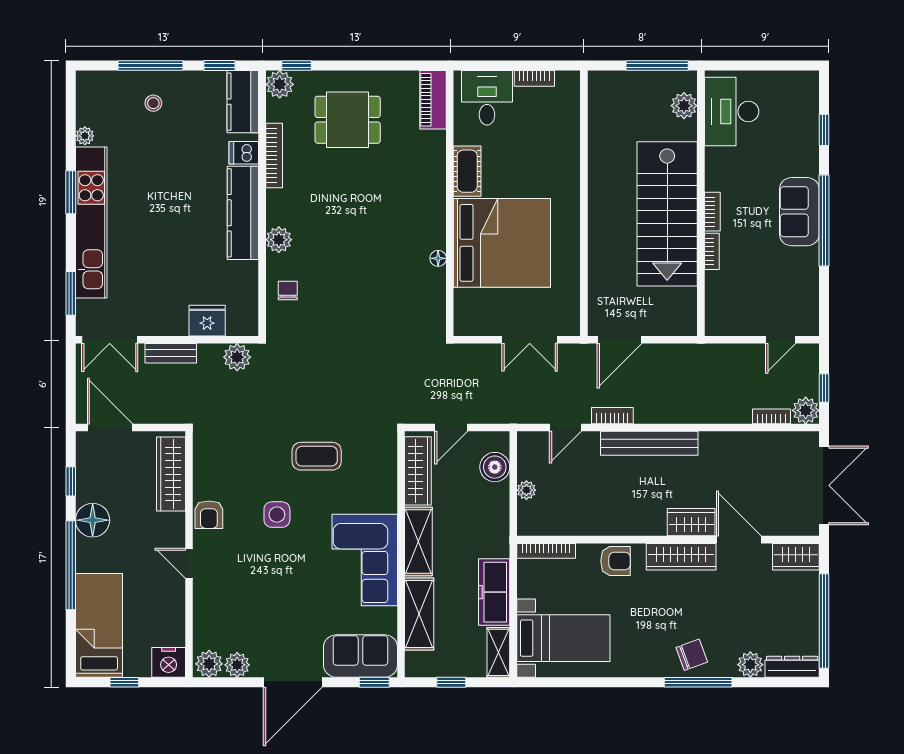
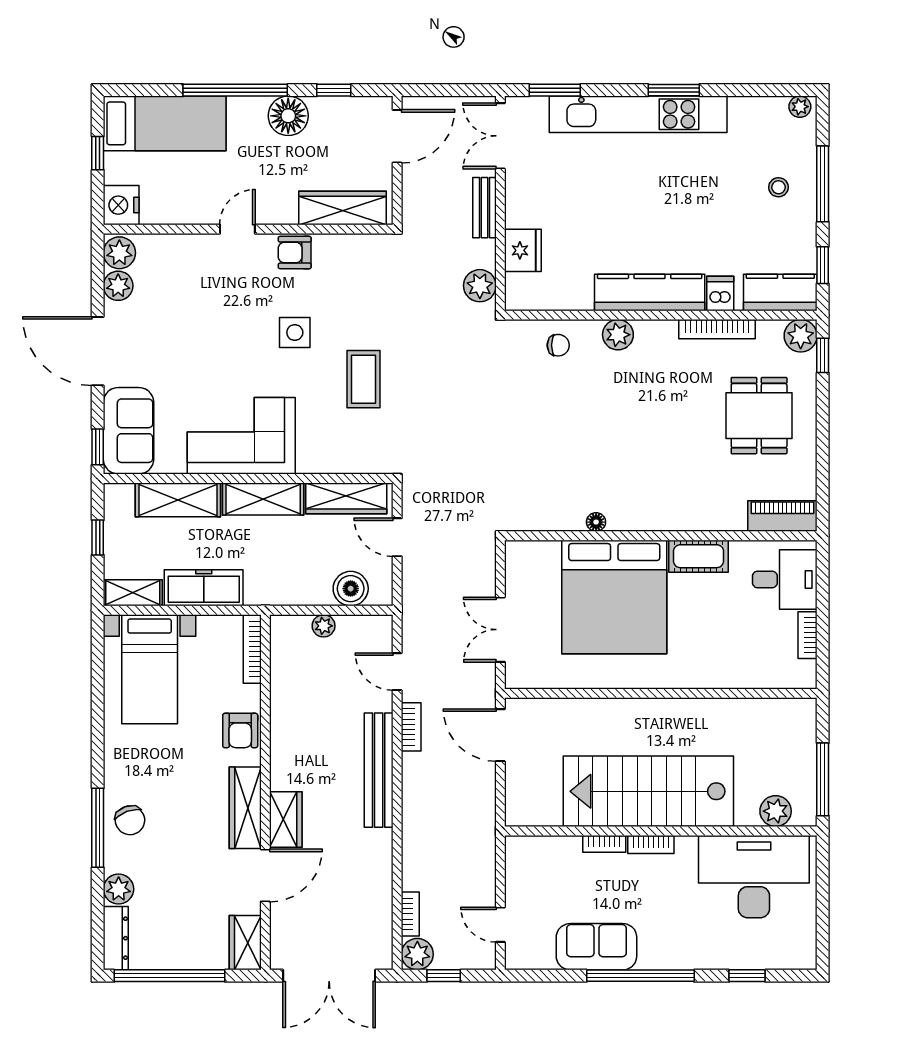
desk: (732, 111) -> (754, 877), width x1.36, depth x1.30
plant: (85, 136) -> (800, 107), moved
sofa: (799, 212) -> (596, 947), moved

